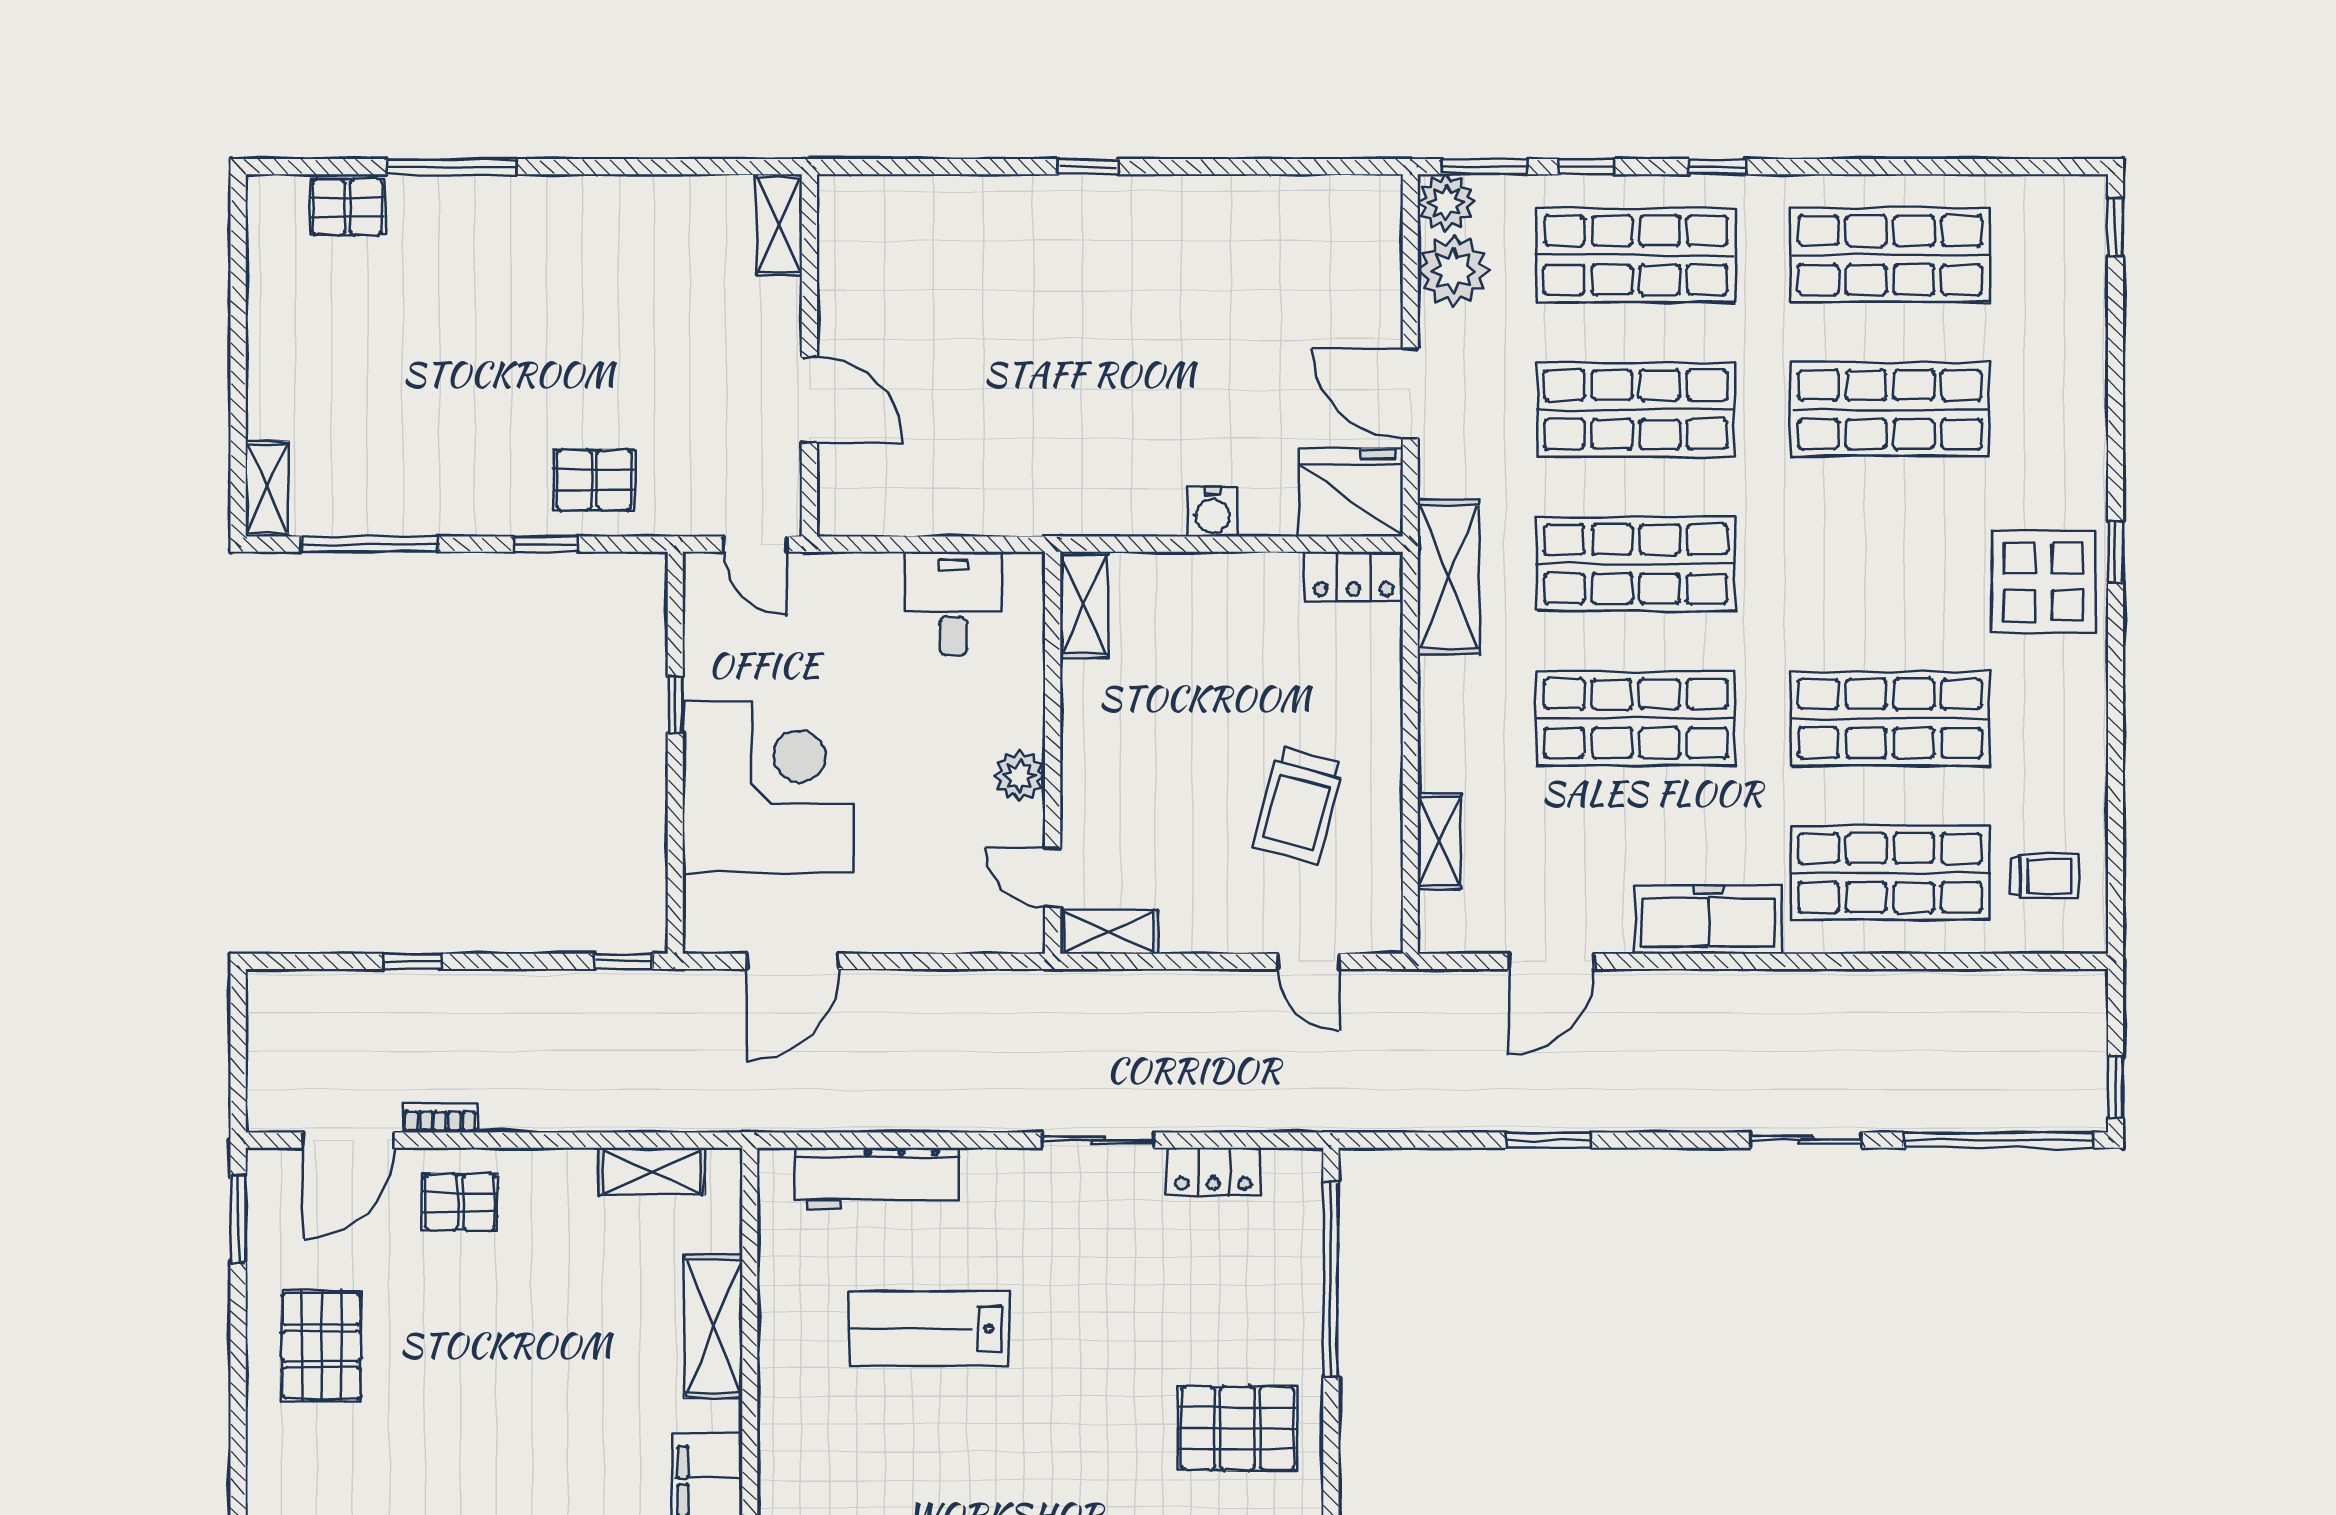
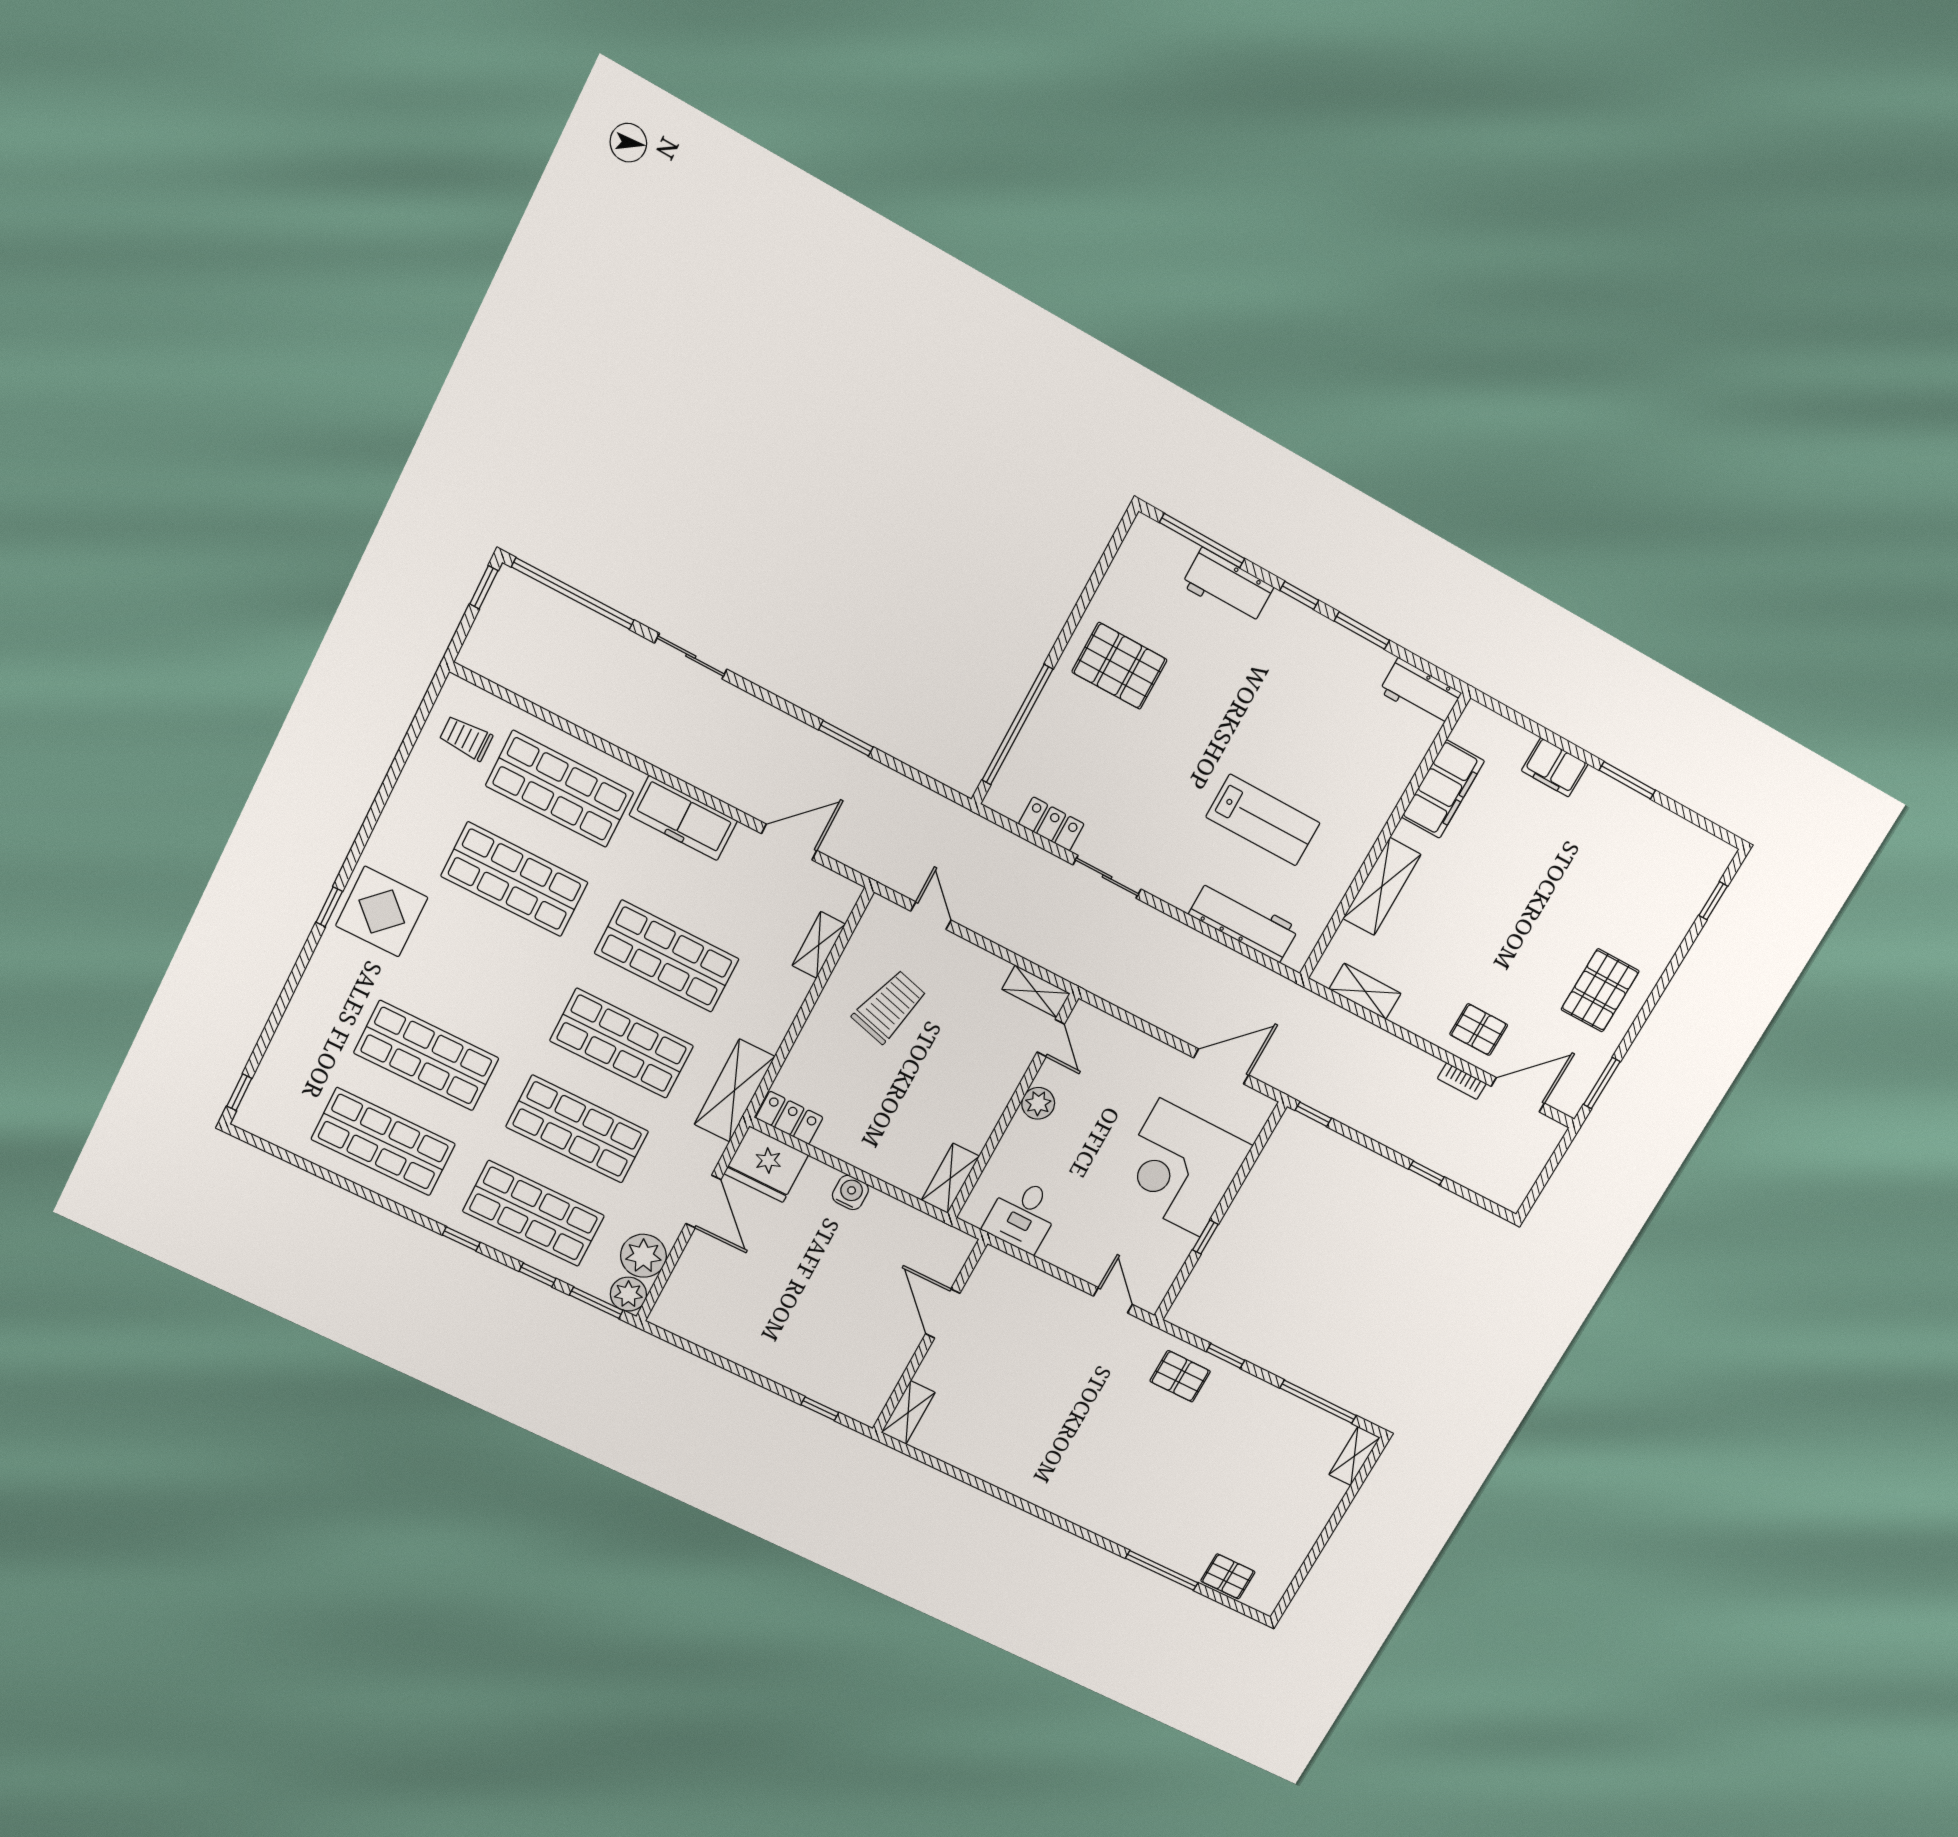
shelving: (779, 225) -> (908, 1413), moved
wall: (809, 355) -> (930, 1337), moved
door: (809, 400) -> (943, 1314), moved

